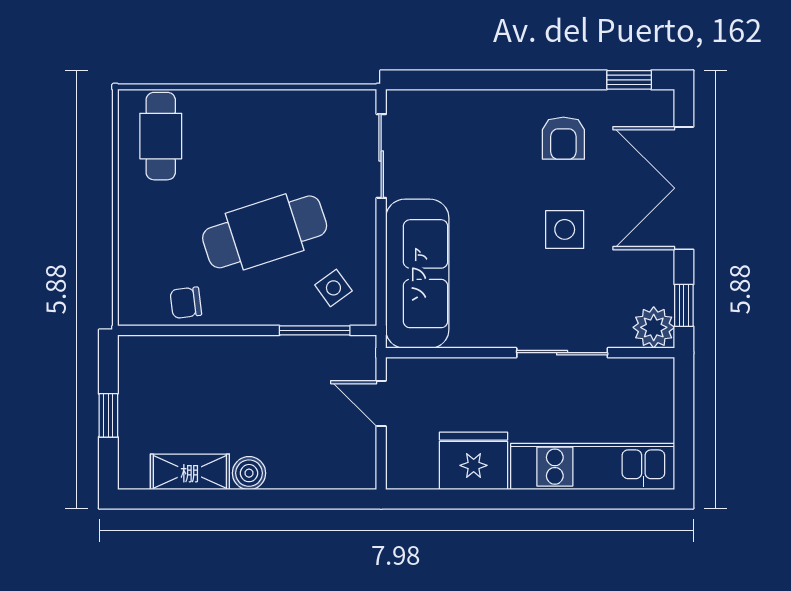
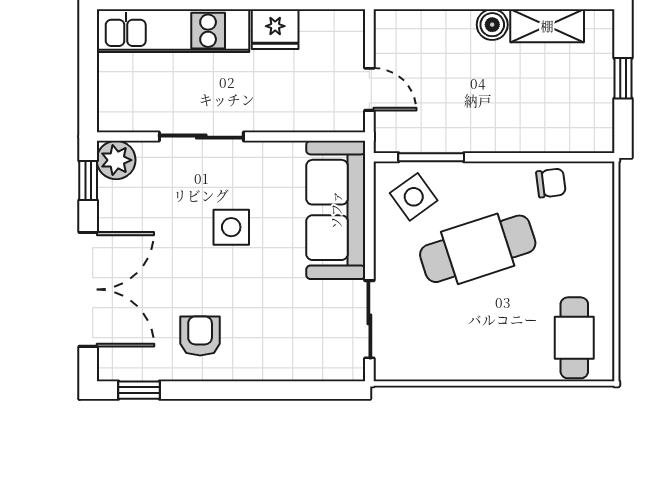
side table: (565, 229) -> (231, 227), moved
side table: (333, 288) -> (414, 197), width x1.37, depth x1.37
fridge: (474, 461) -> (275, 29), width x0.73, depth x0.75

